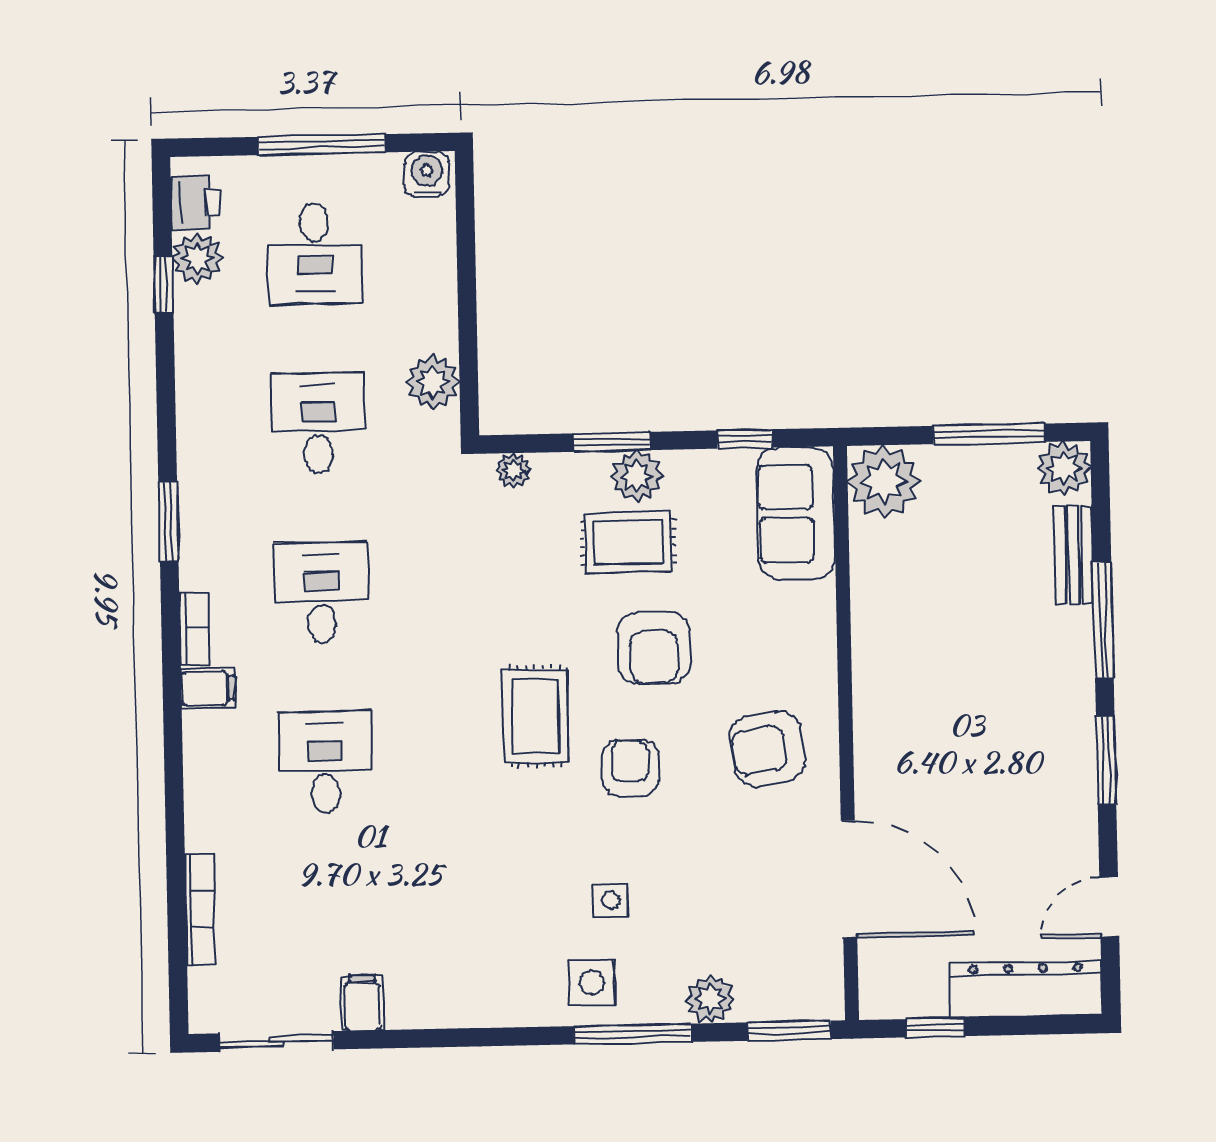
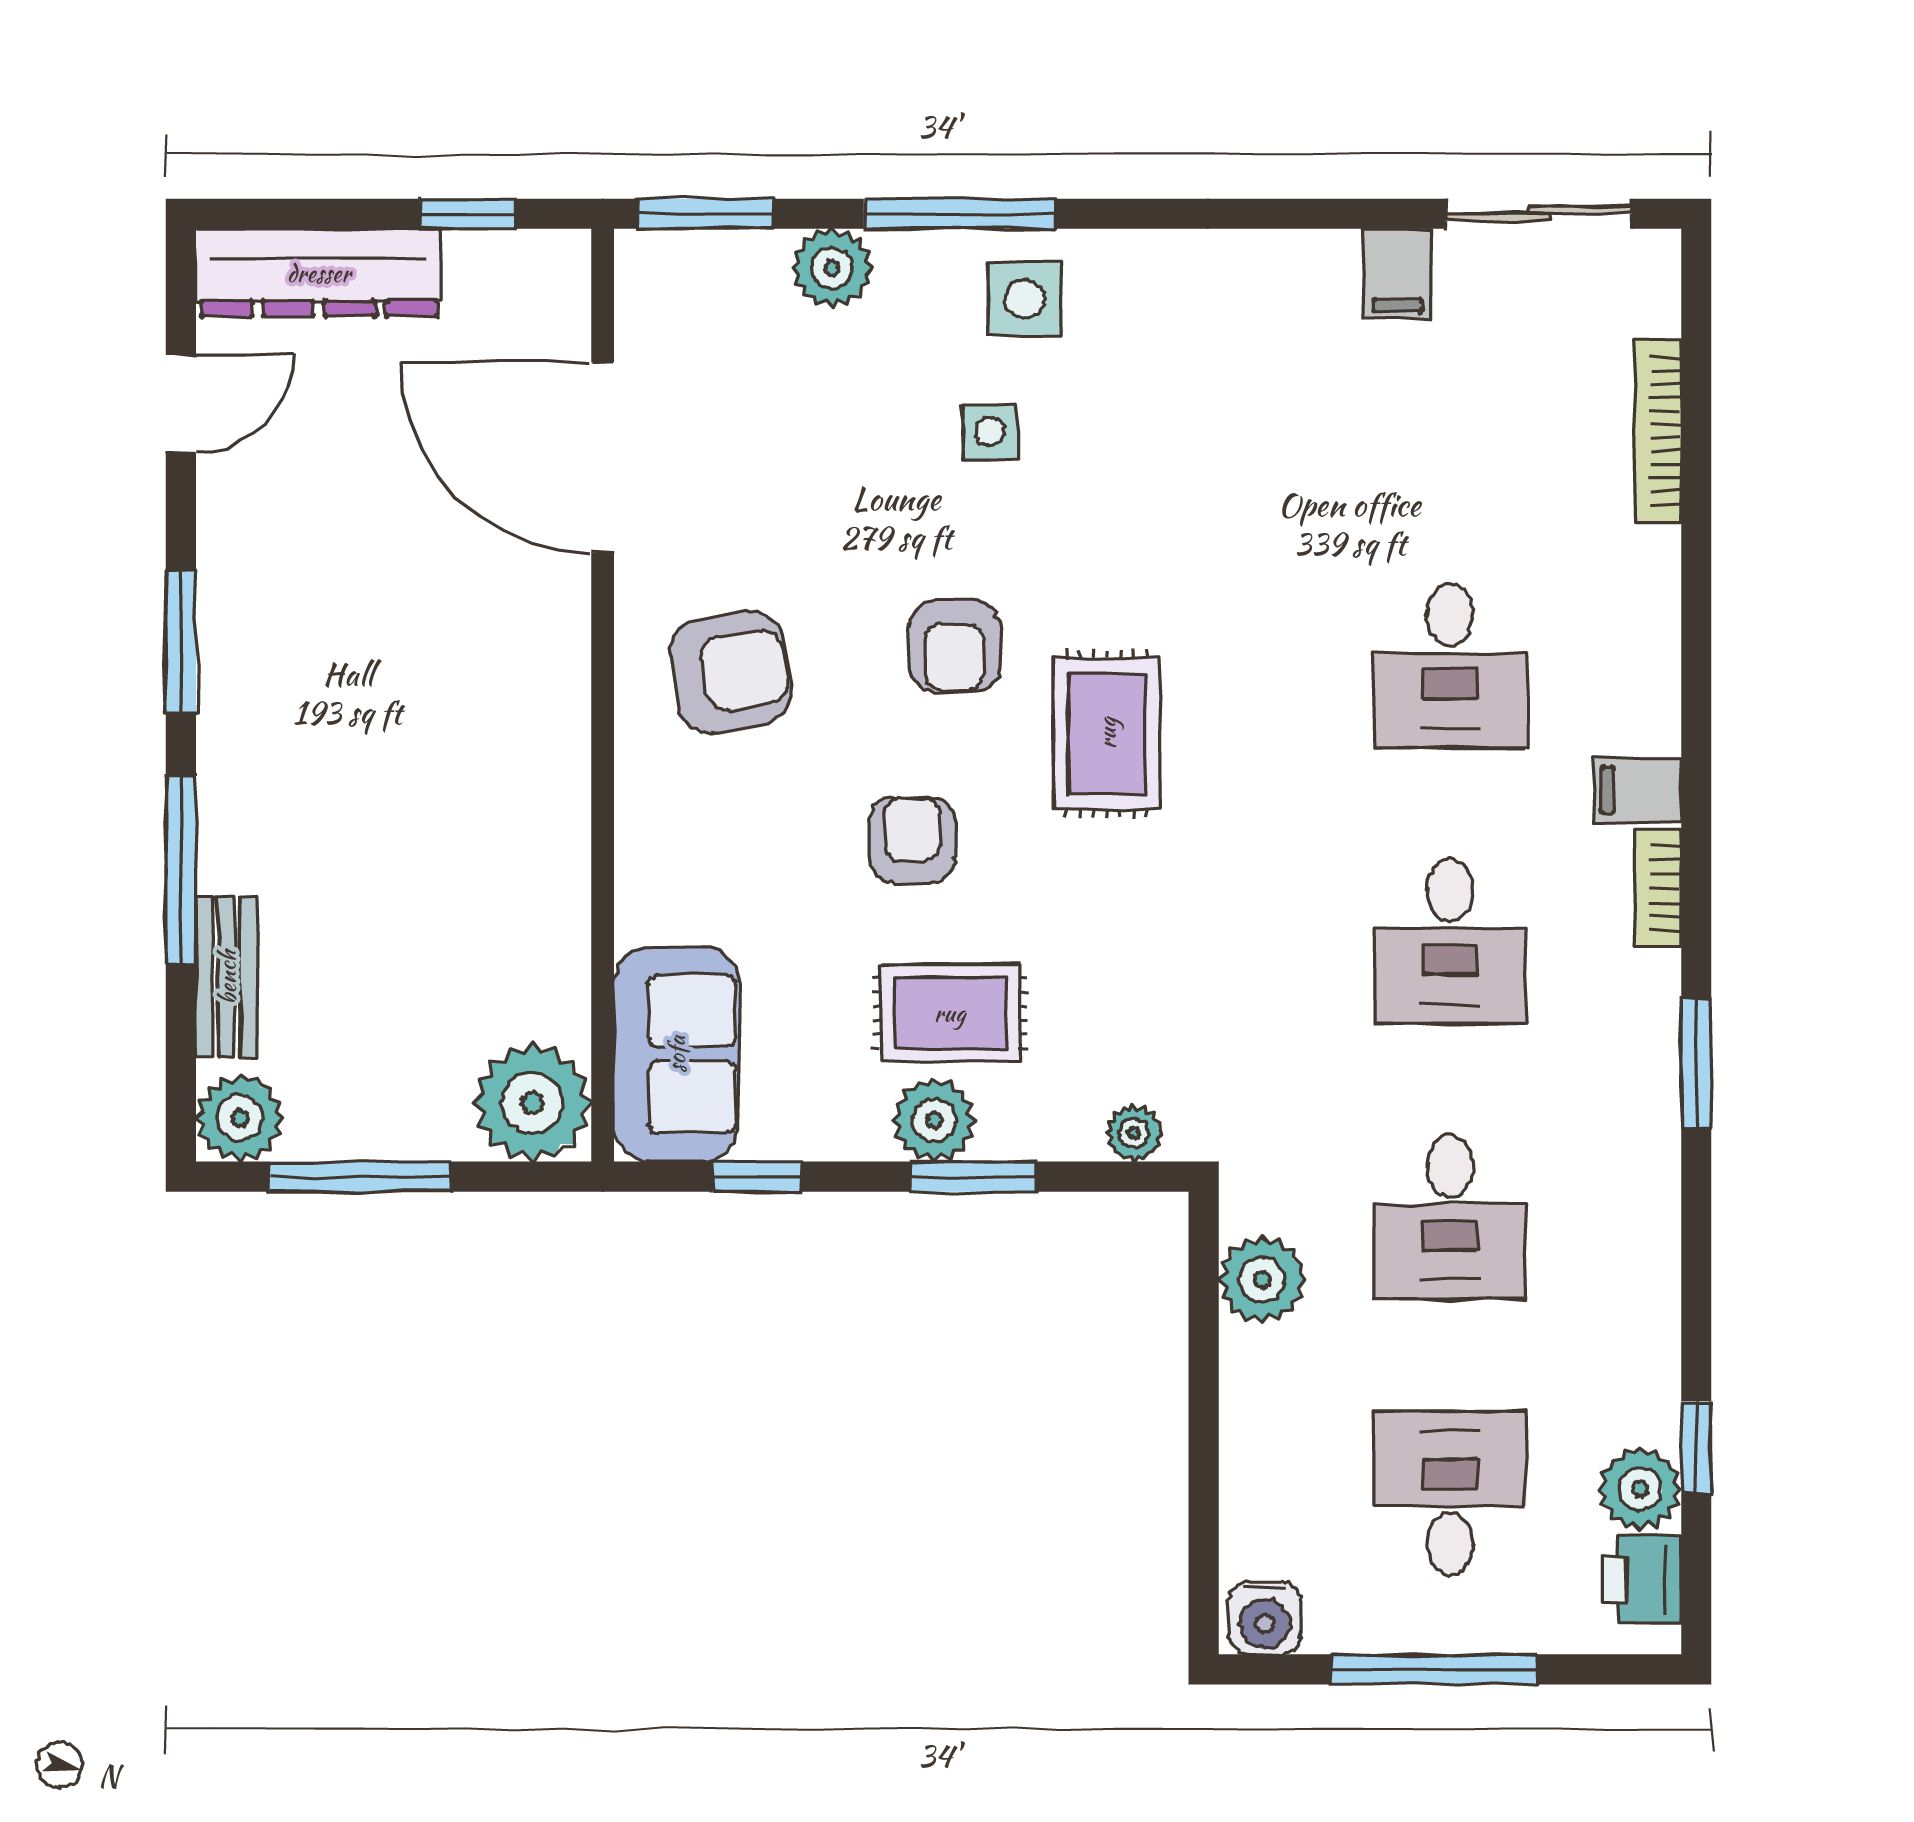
armchair: (654, 648) -> (912, 840), width x0.72, depth x0.72

